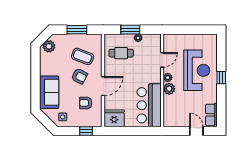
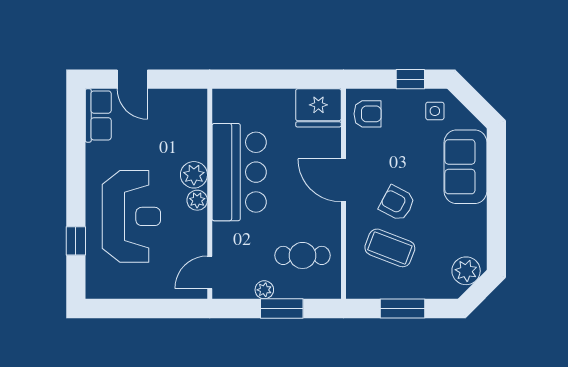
door: (162, 60) -> (210, 272), moved
reception desk: (197, 70) -> (131, 216), turned 180
window: (221, 78) -> (76, 241), moved
door: (103, 86) -> (343, 180), hinge flipped
armchair: (86, 103) -> (368, 114), moved
bar counter: (149, 105) -> (239, 172), moved
window: (86, 131) -> (410, 79), moved

